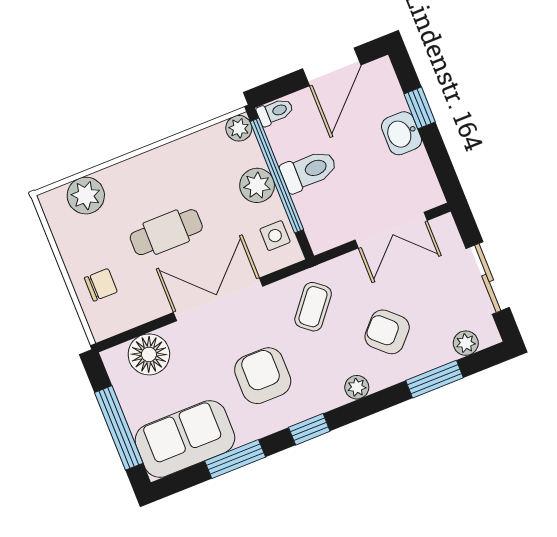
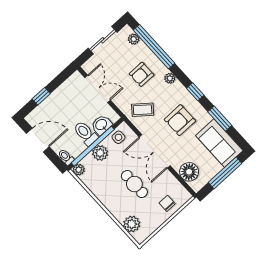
washbasin: (401, 133) -> (101, 125), moved, turned 180
armchair: (387, 332) -> (142, 74), turned 47
window: (434, 379) -> (154, 47), width x2.11

